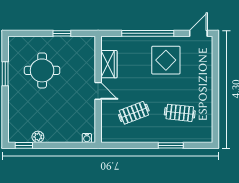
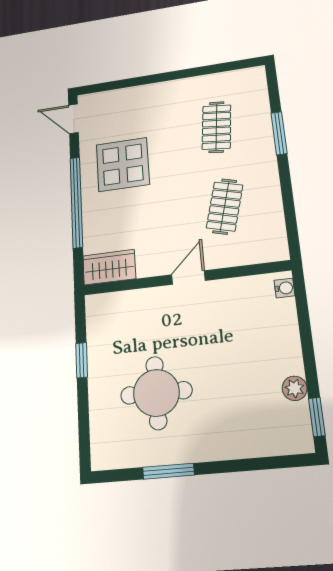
wardrobe: (109, 64) -> (109, 267), moved
clothes rail: (134, 113) -> (225, 206), turned 36

